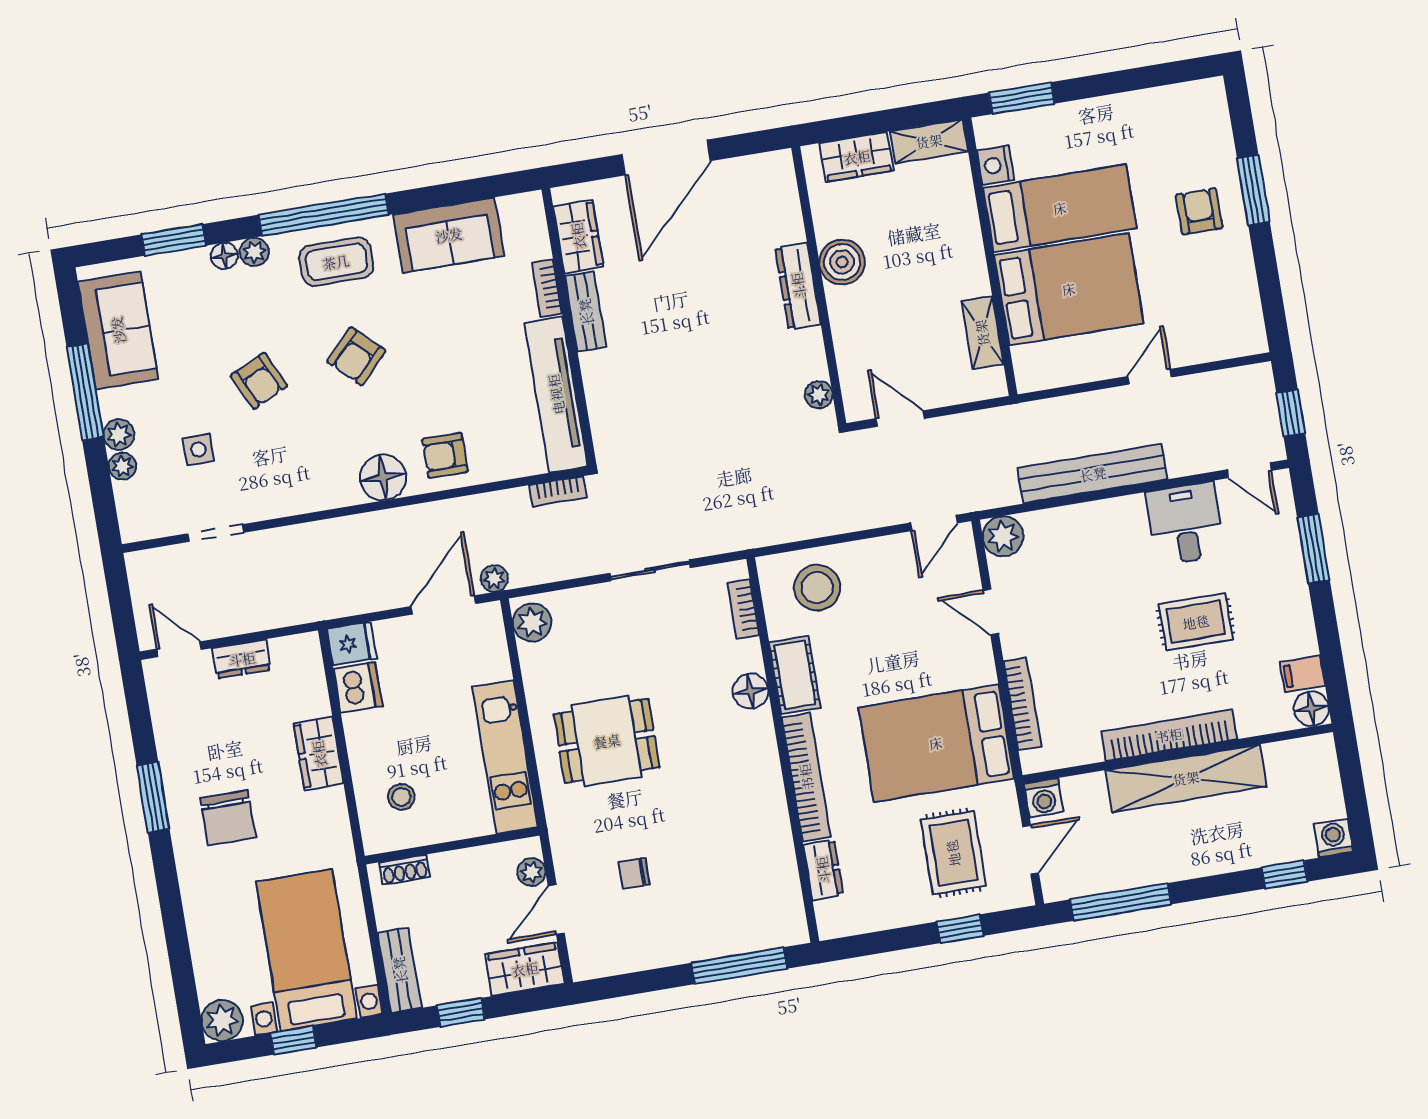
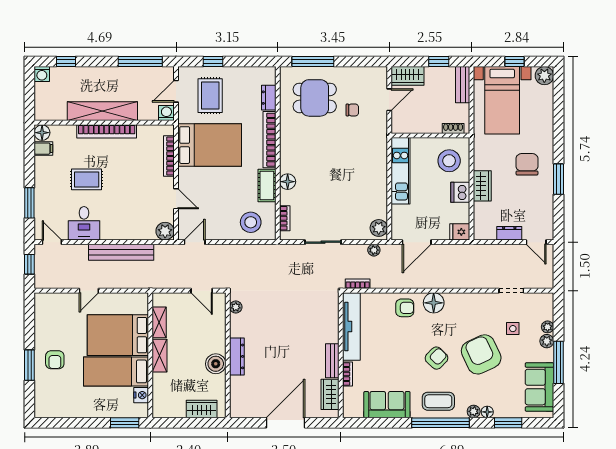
shelving: (929, 141) -> (160, 356), moved, turned 90
armchair: (259, 381) -> (481, 354), width x1.88, depth x1.88
plant: (494, 578) -> (374, 250), moved
dishwasher: (358, 687) -> (460, 192), moved
dining table: (607, 741) -> (315, 98), moved
stool: (401, 797) -> (449, 161), width x1.89, depth x1.89
plant: (531, 872) -> (397, 118), removed

